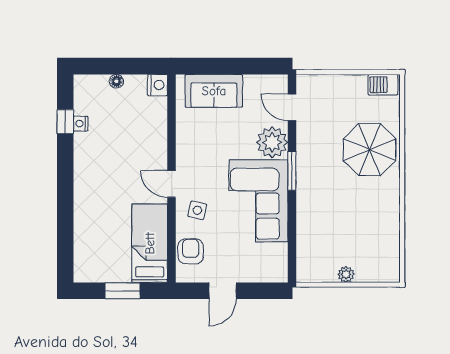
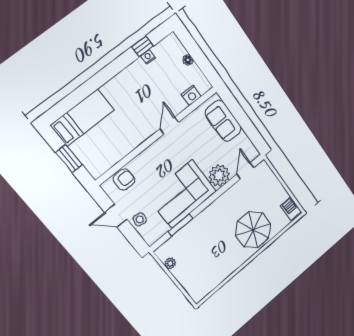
nightstand: (157, 85) -> (191, 95), moved
window: (292, 171) -> (181, 225), moved
door: (171, 184) -> (169, 126), moved
side table: (197, 210) -> (140, 219), moved
bed: (150, 243) -> (82, 118), moved
plant: (346, 274) -> (170, 263), moved

